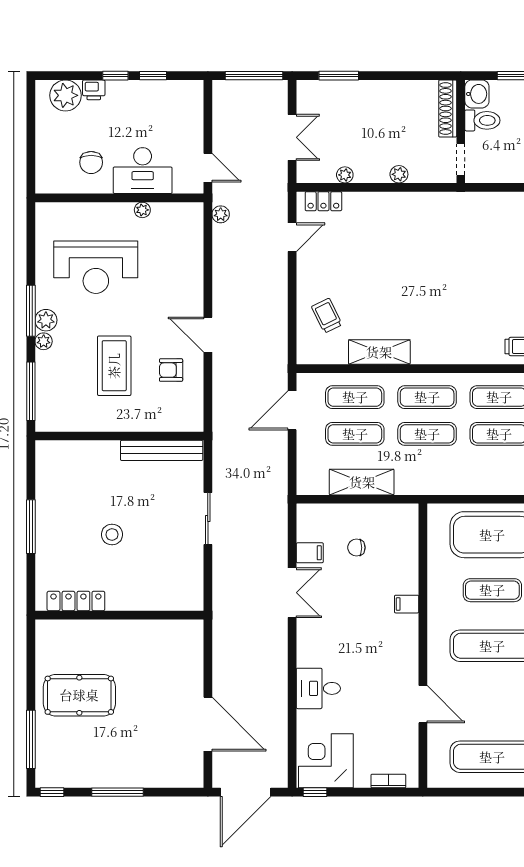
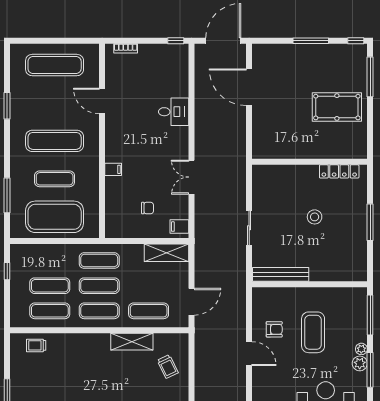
exercise mat: (355, 434) -> (99, 261), moved
shelving: (362, 482) -> (166, 253), moved
filing cabinet: (310, 553) -> (179, 227), moved
corner desk: (326, 761) -> (168, 62), removed

